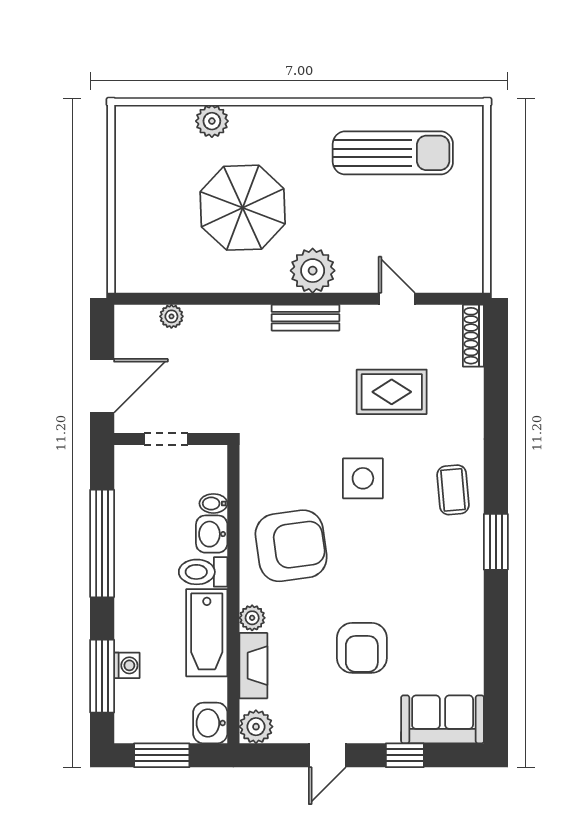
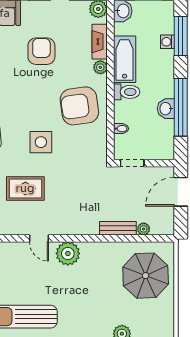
parasol: (243, 208) -> (146, 276), moved
door: (397, 299) -> (39, 238), moved
bench: (305, 318) -> (118, 228), moved
doorway: (166, 439) -> (132, 163), moved
washbasin: (212, 534) -> (166, 109), moved, turned 180

